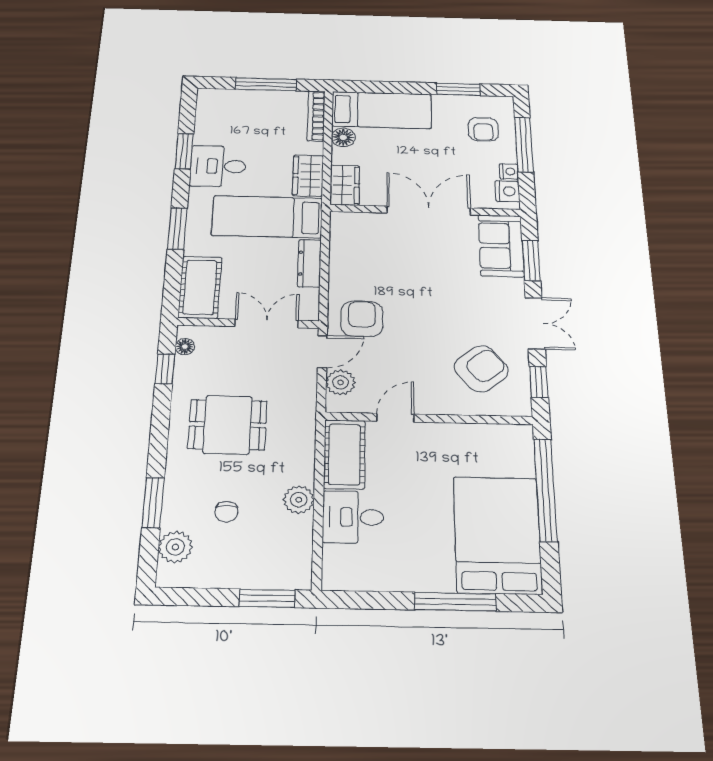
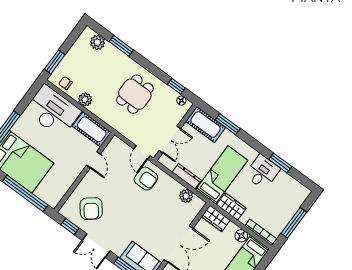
window: (177, 229) -> (228, 124), moved
plant: (340, 382) -> (186, 196), moved
chair: (226, 512) -> (65, 83), moved
desk: (353, 517) -> (53, 111), width x1.87, depth x1.30

